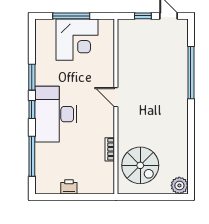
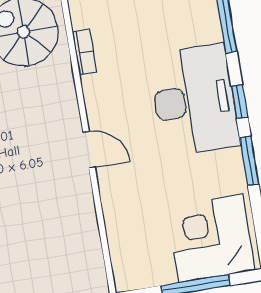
corner desk: (77, 40) -> (211, 238), moved

